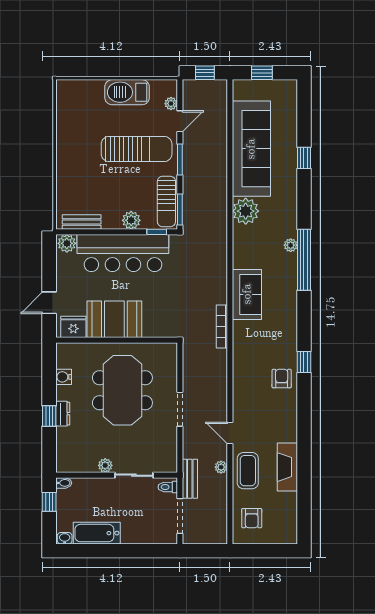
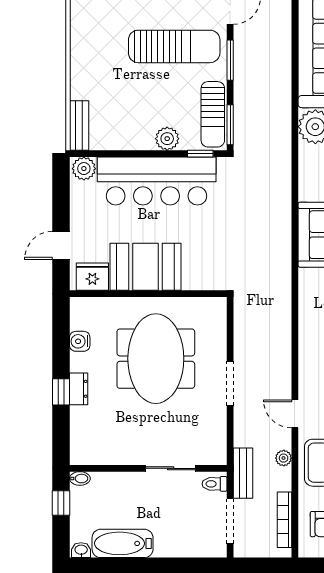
bench: (82, 222) -> (79, 126), moved, turned 90
bookcase: (222, 326) -> (284, 520), moved
plant: (105, 465) -> (134, 456), removed

